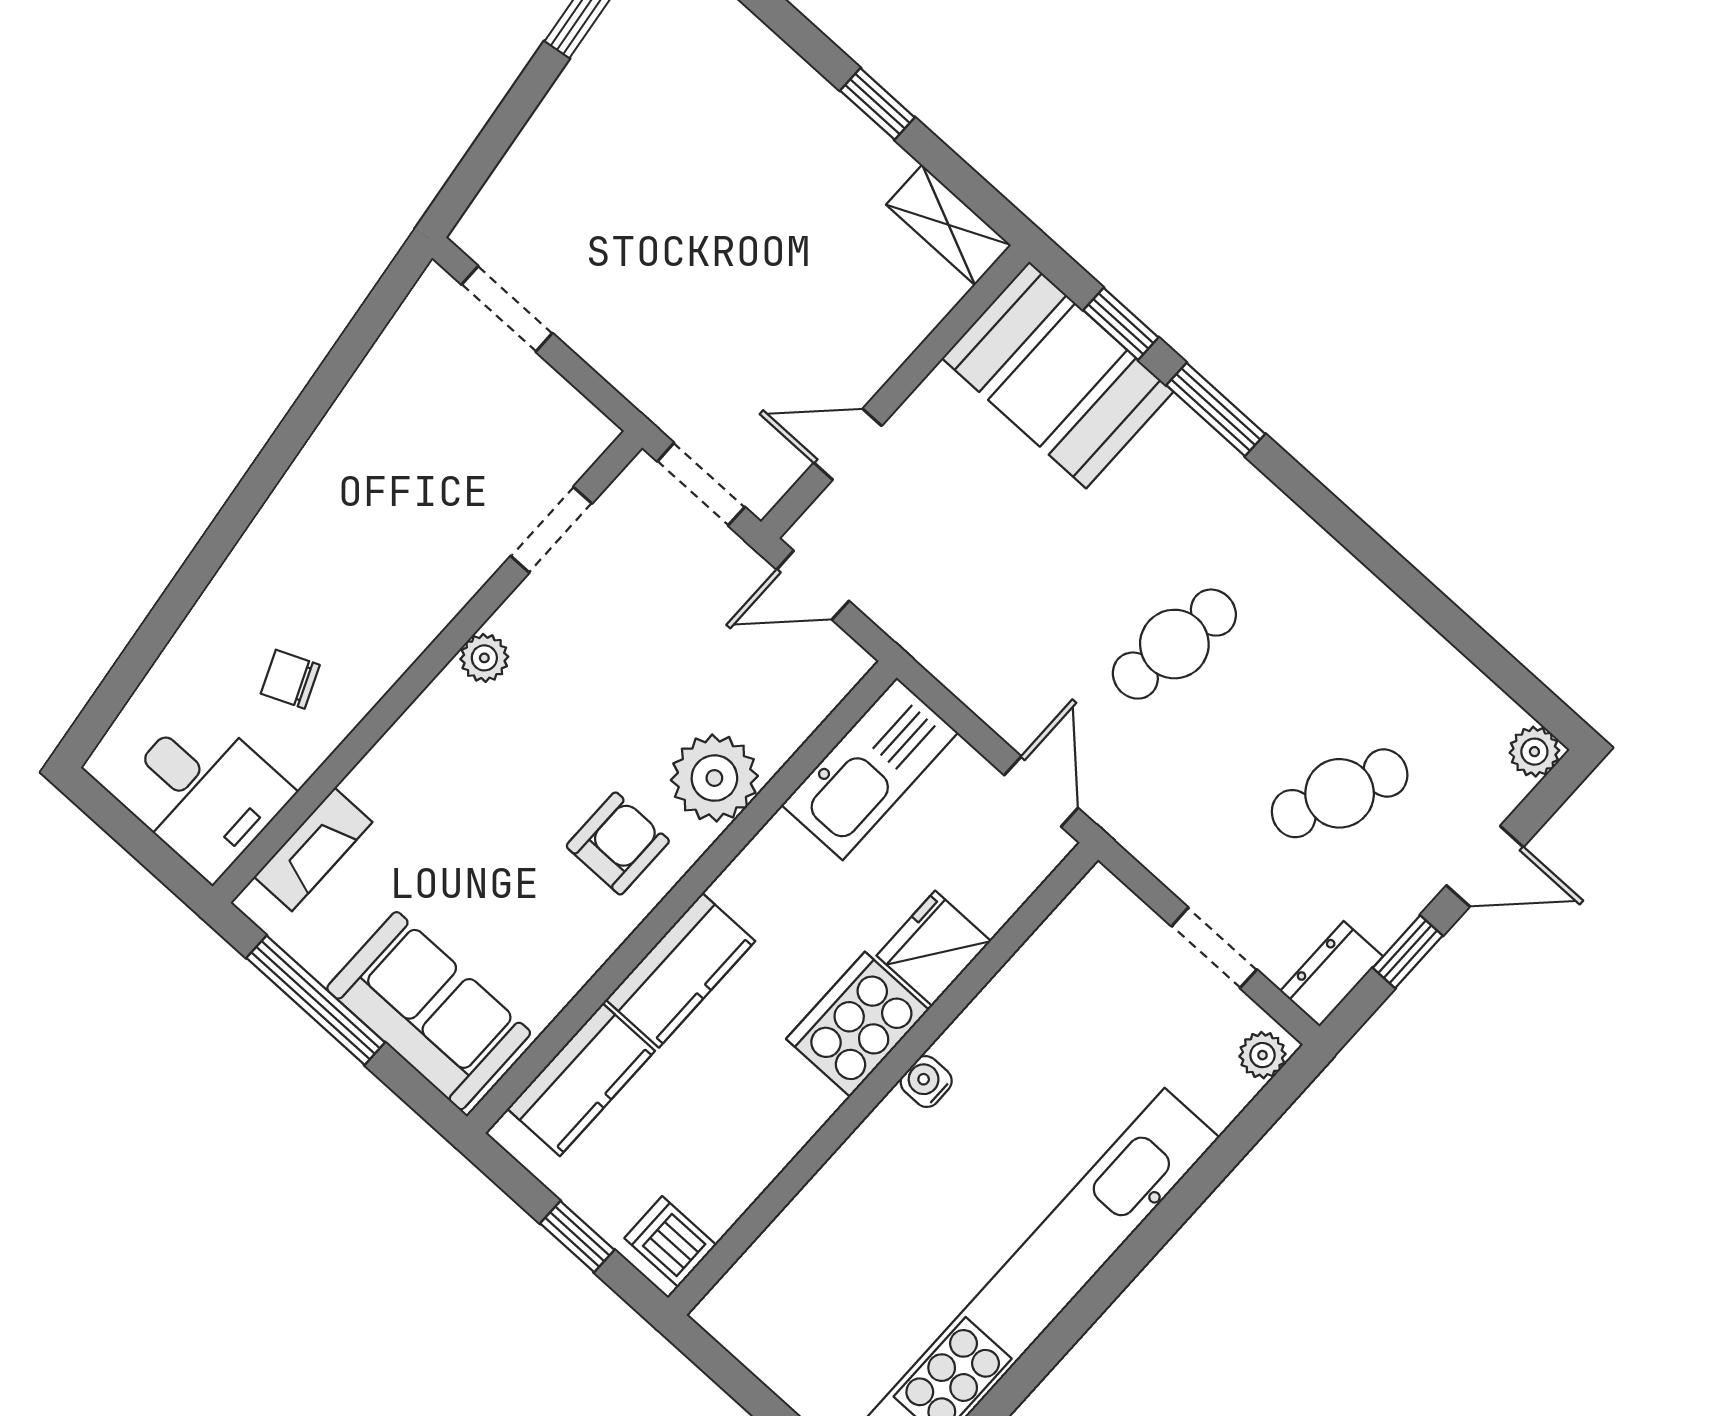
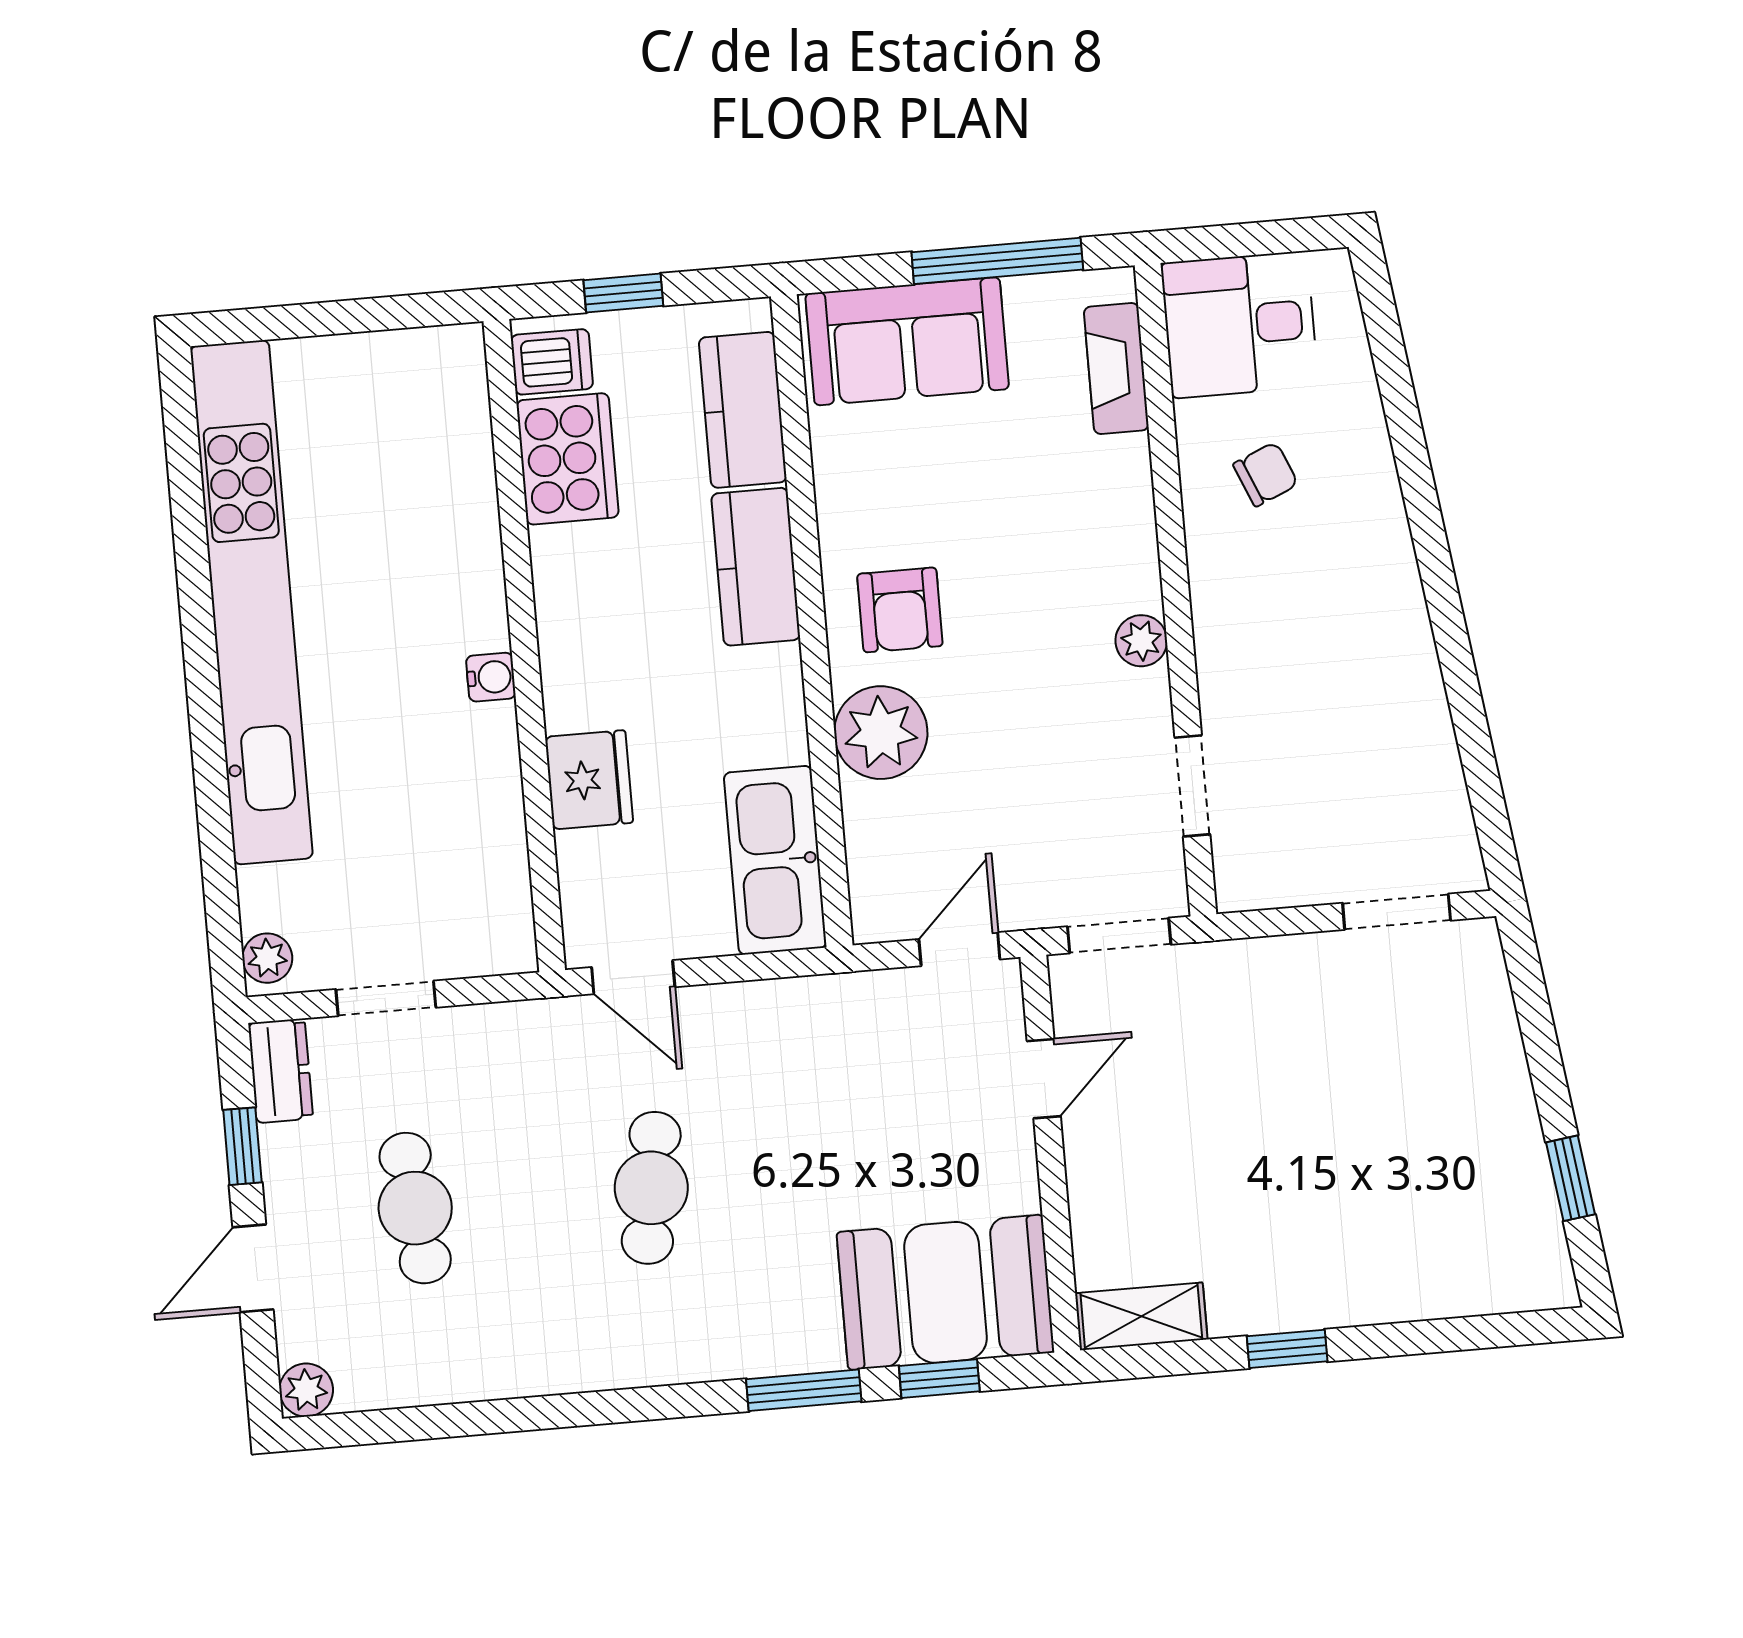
cafe table: (1340, 793) -> (415, 1208), turned -30
cooker: (858, 1024) -> (568, 459), moved

